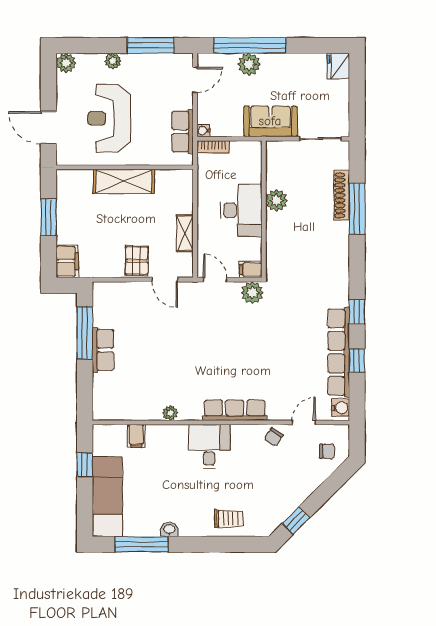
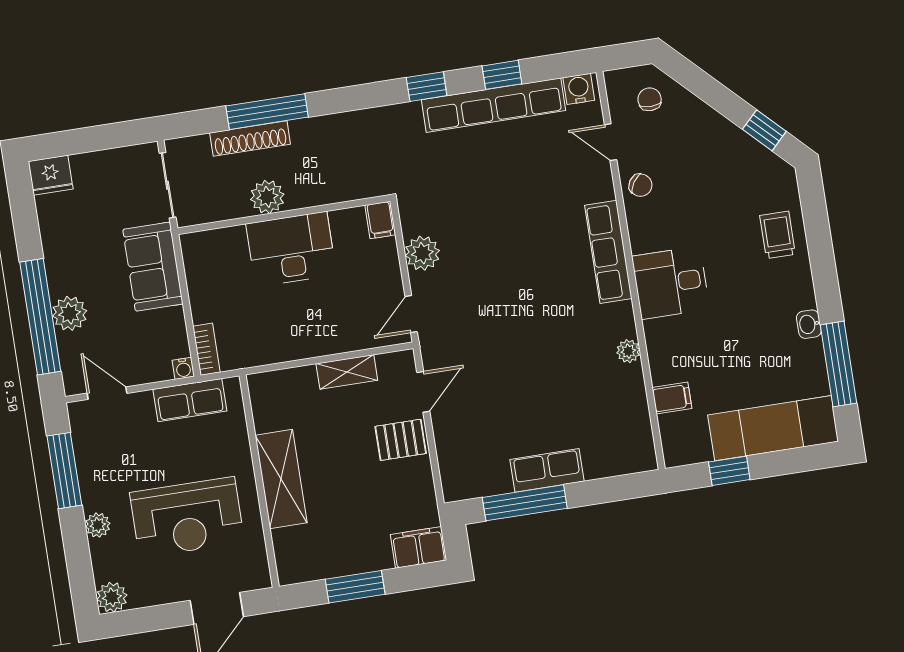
plant: (276, 200) -> (267, 197), moved
wall: (264, 209) -> (284, 215), moved
desk: (241, 210) -> (291, 249), moved
filing cabinet: (251, 269) -> (380, 220), moved

